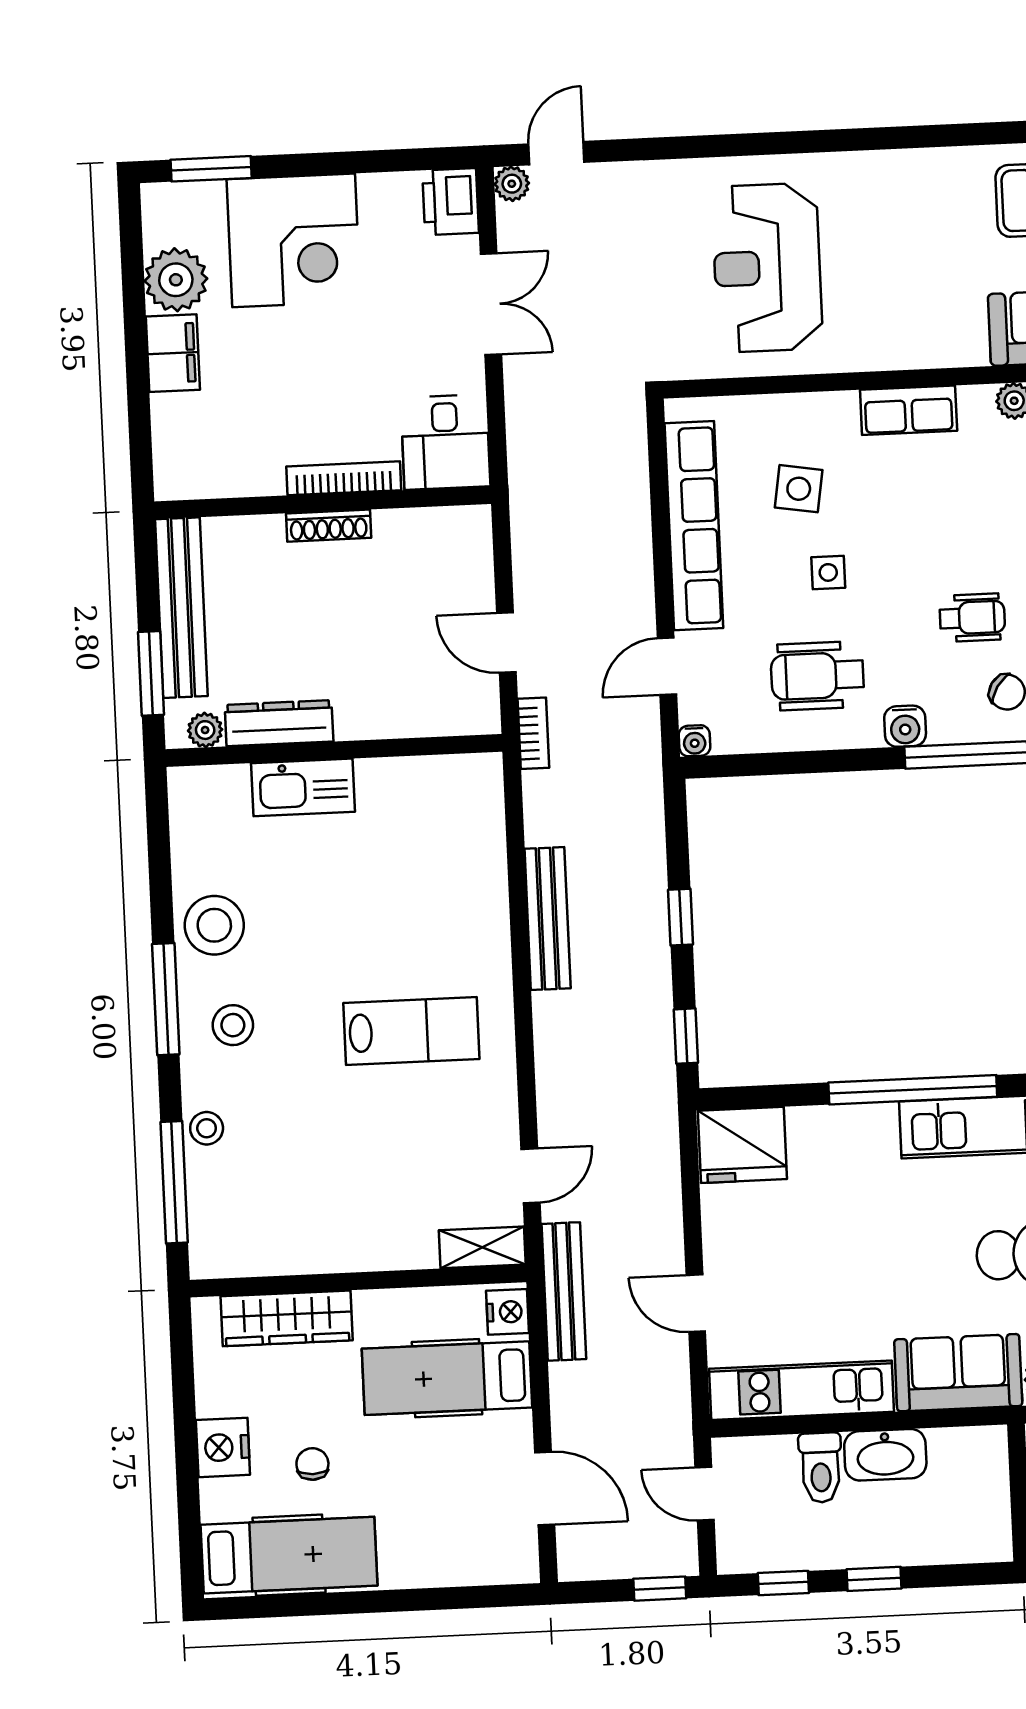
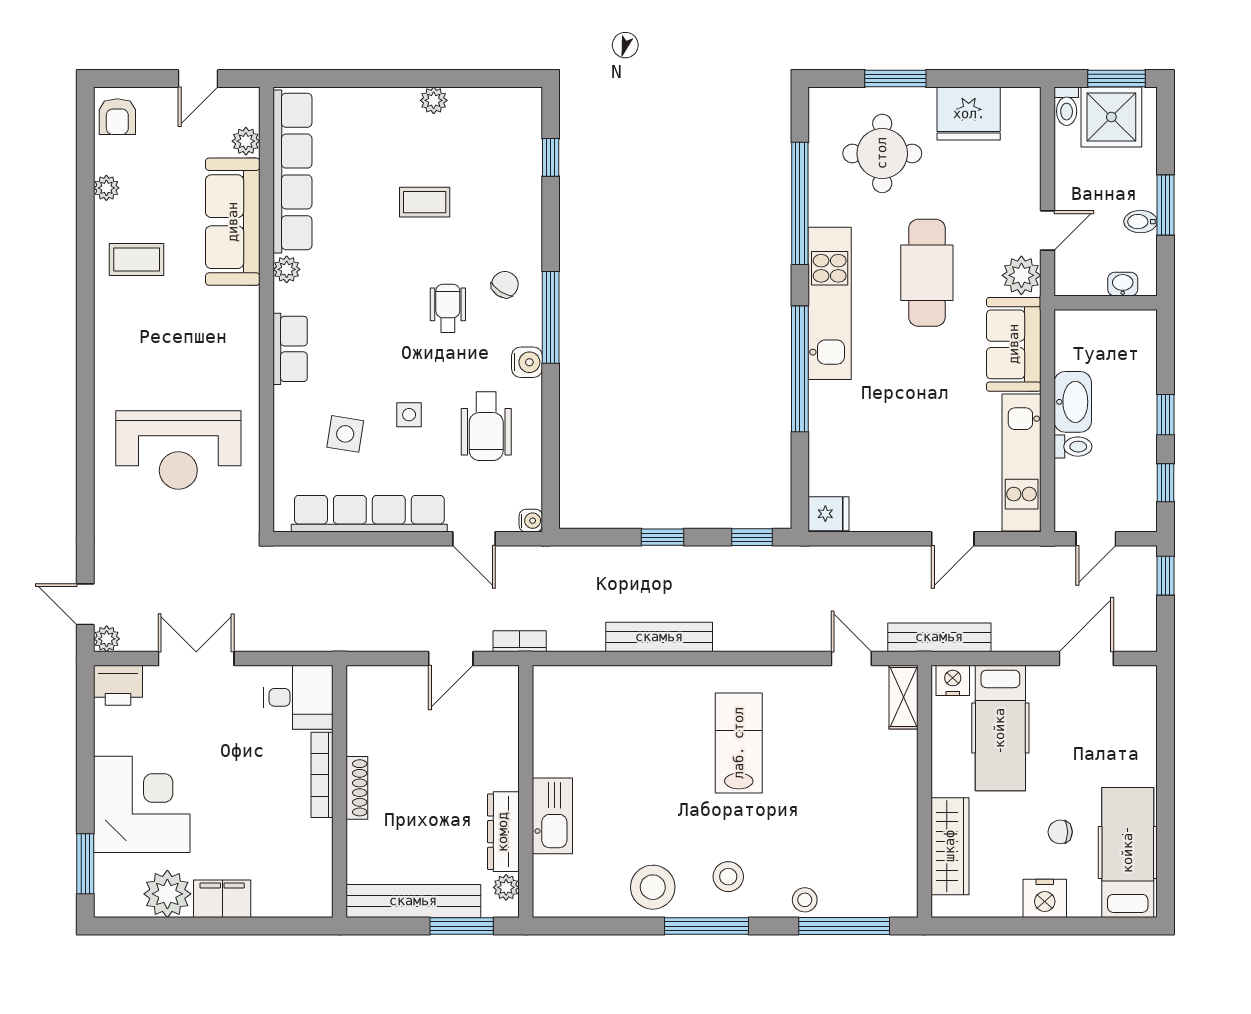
fridge: (742, 1145) -> (829, 514), width x0.53, depth x0.75
toilet: (821, 1468) -> (1073, 447), width x0.73, depth x0.72

